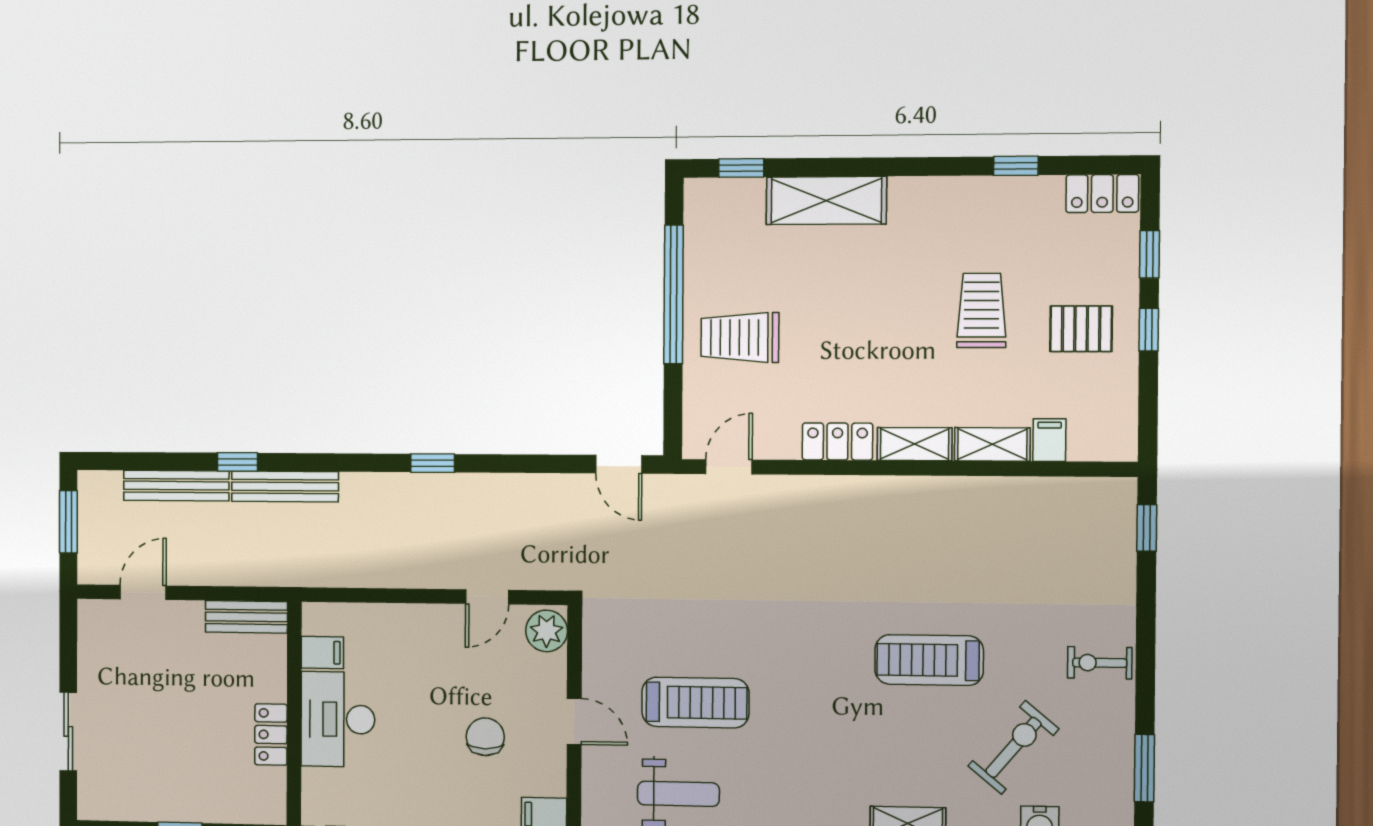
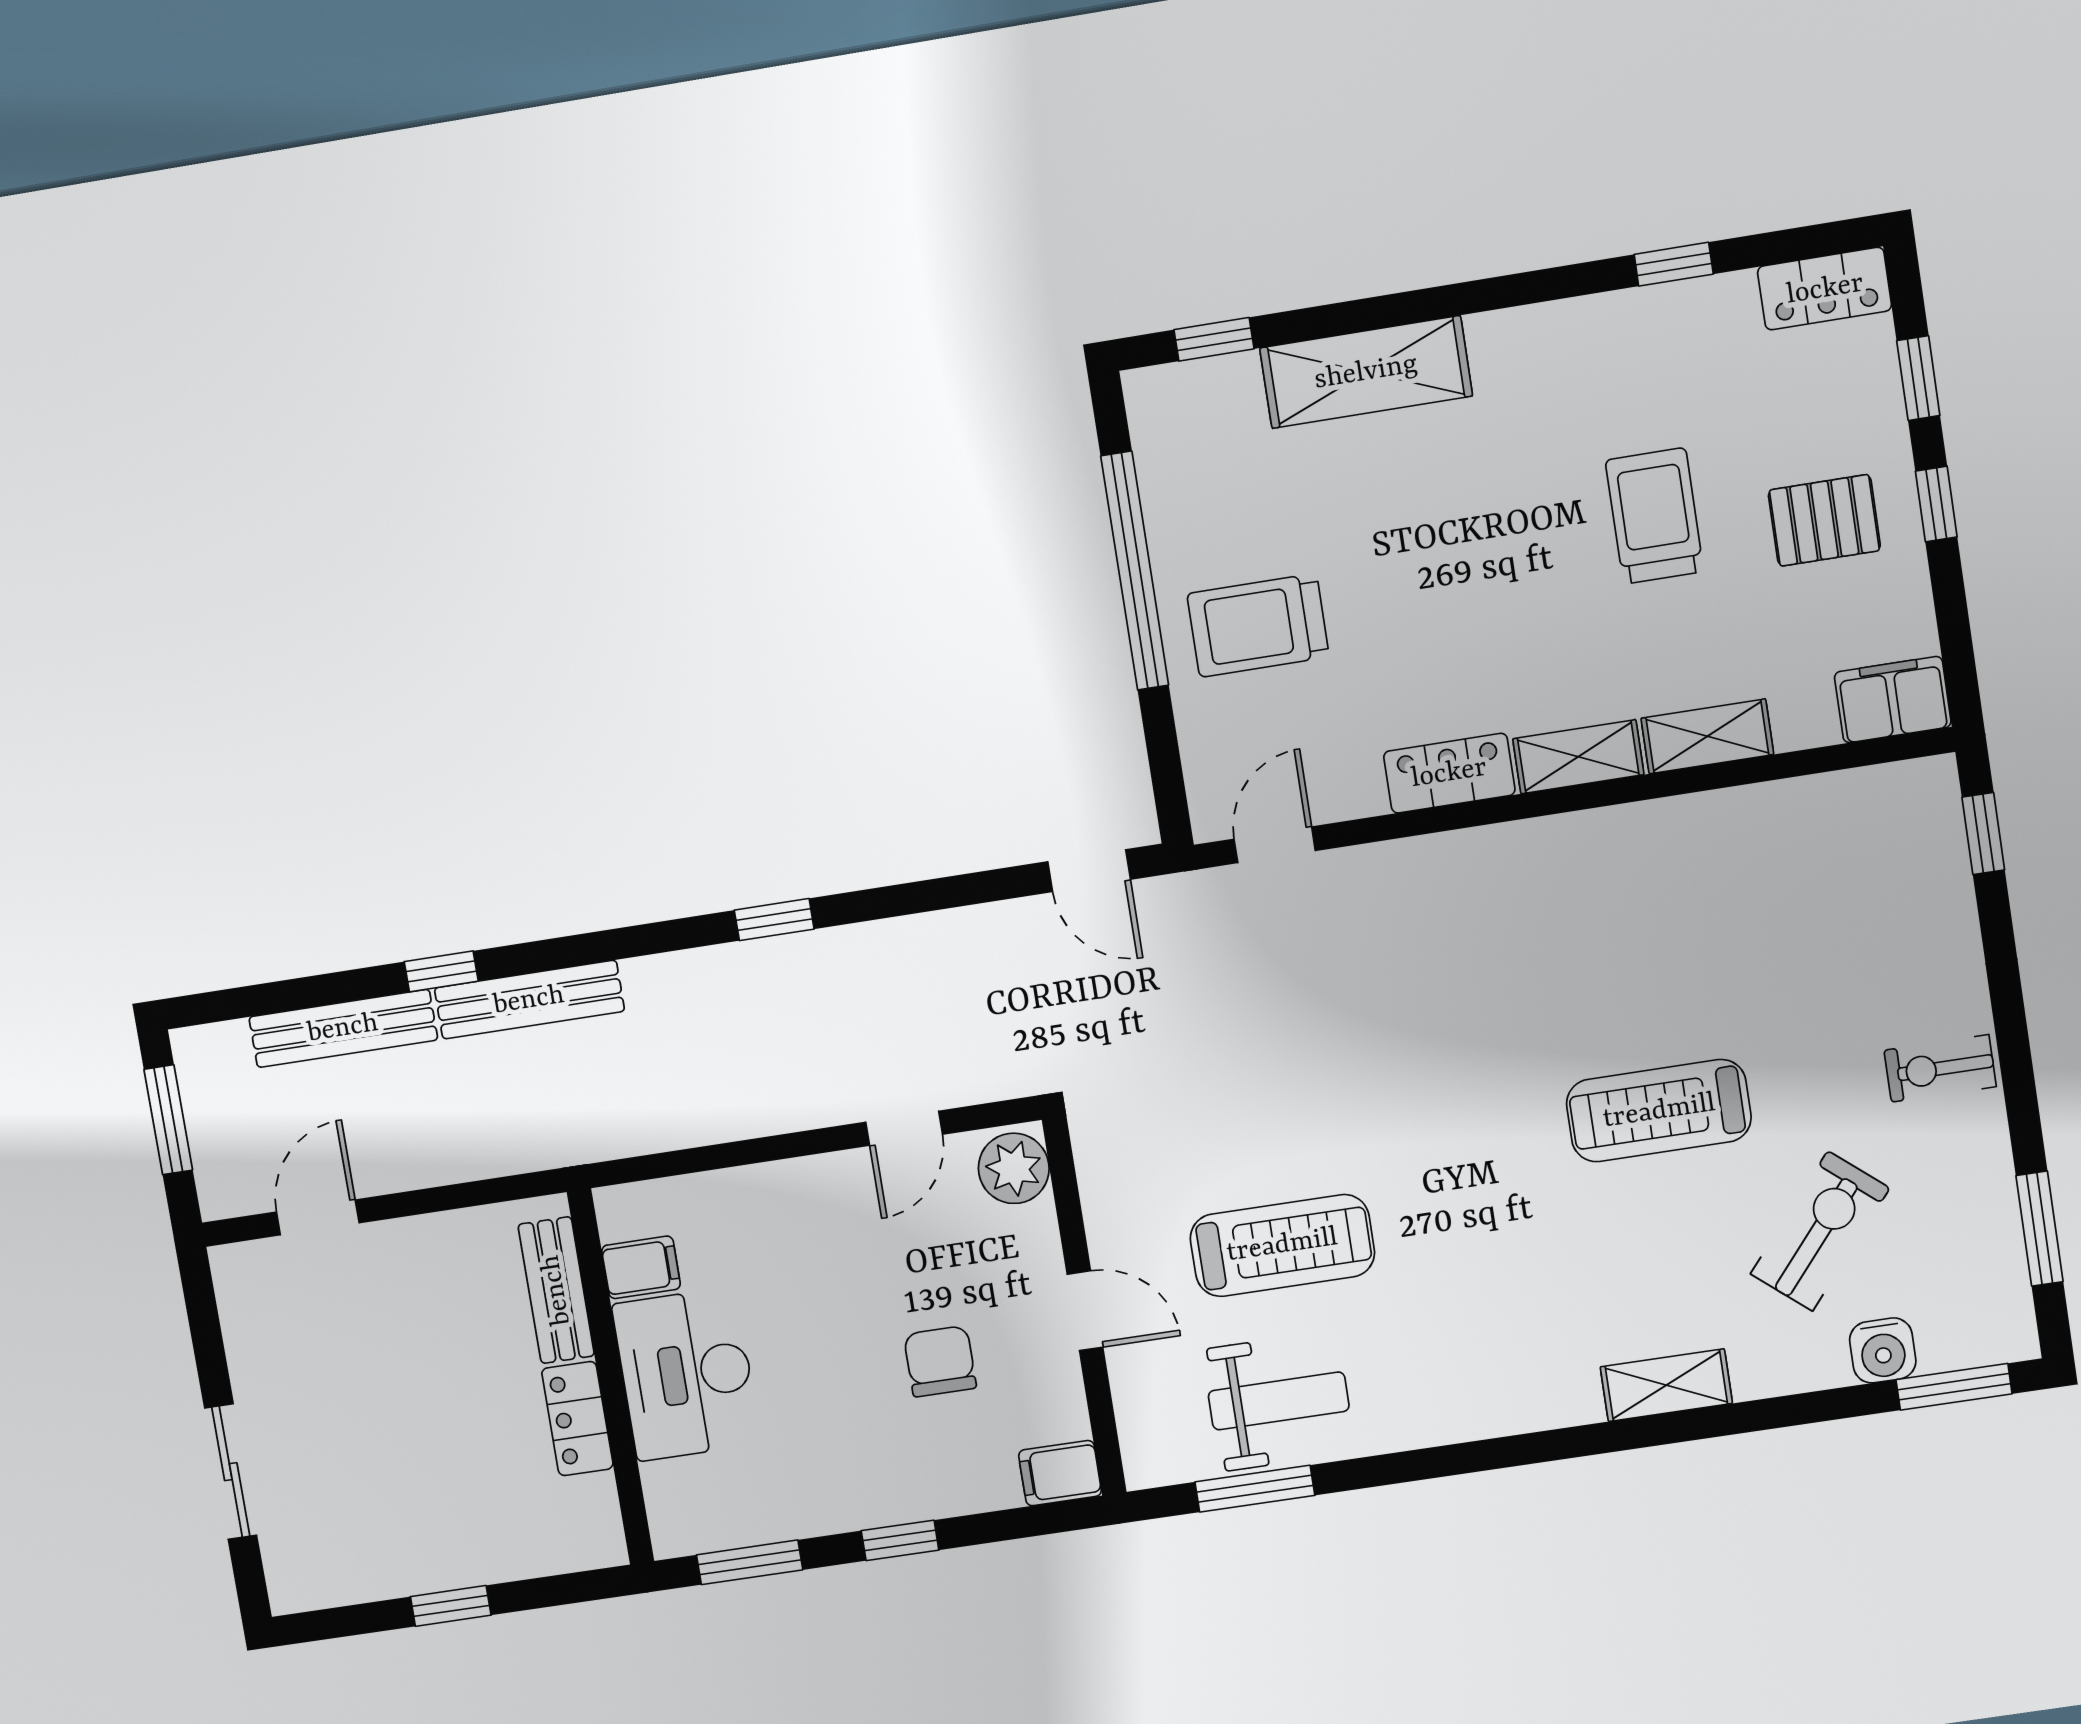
filing cabinet: (1049, 440) -> (1893, 700), moved, width x2.00
bench: (246, 617) -> (556, 1290), moved, turned 90

